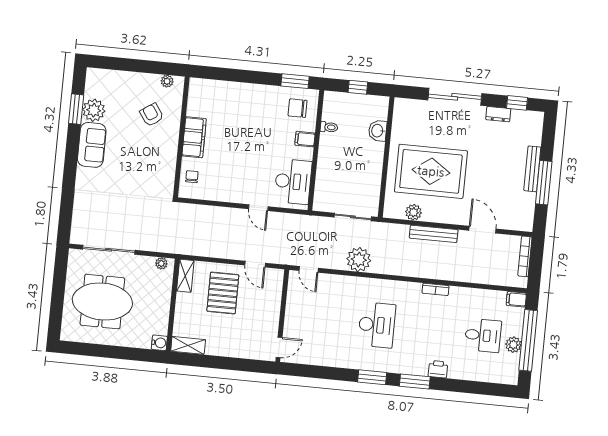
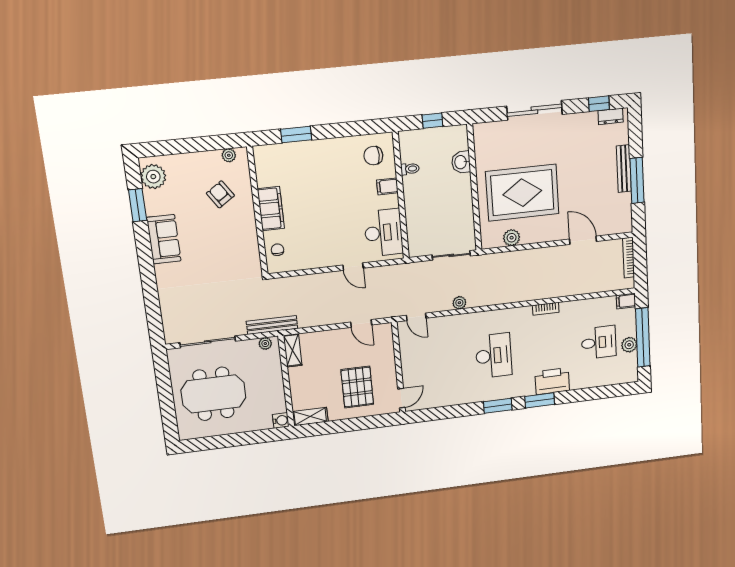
window: (295, 81) -> (296, 135), moved
plant: (94, 110) -> (153, 177), moved
dresser: (498, 114) -> (611, 116), moved
bench: (434, 234) -> (272, 325), moved
plant: (359, 260) -> (459, 303), width x0.53, depth x0.53
pallet: (223, 293) -> (357, 387), moved
printer: (438, 369) -> (552, 381), width x1.87, depth x1.48

